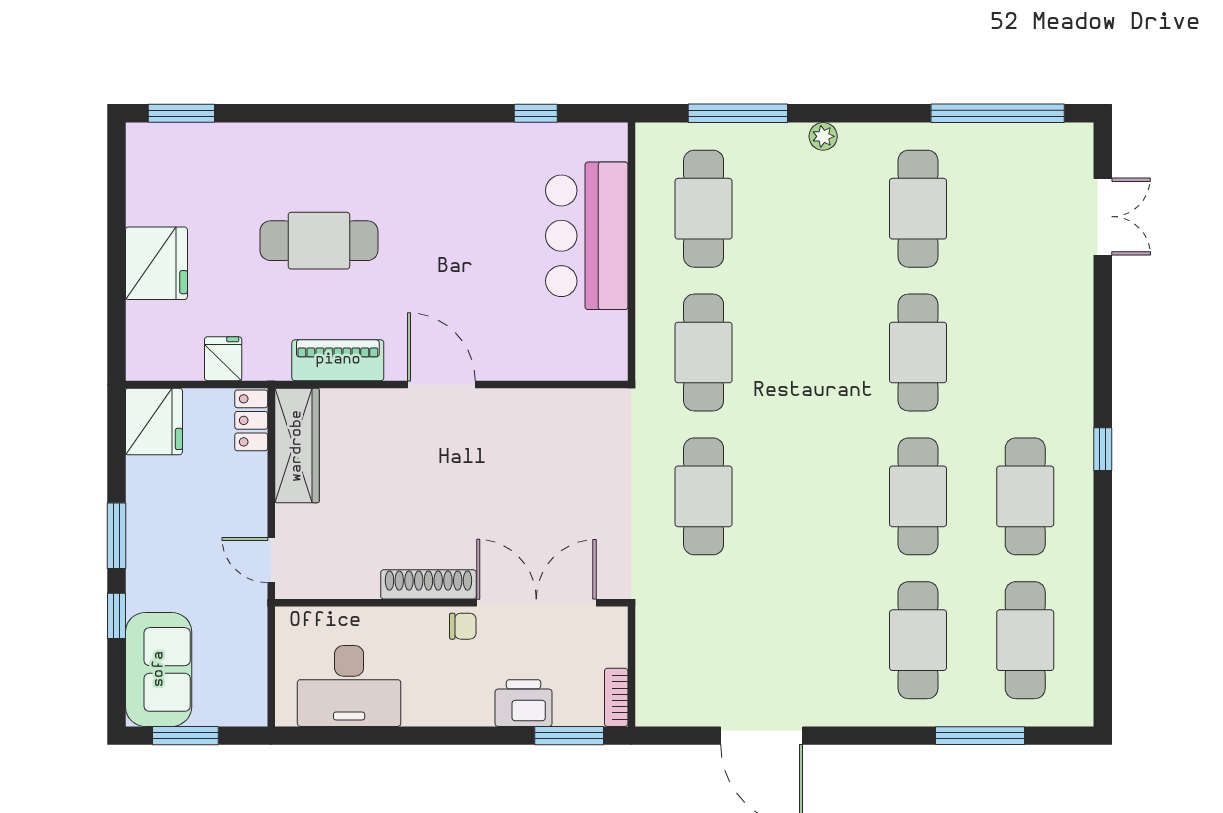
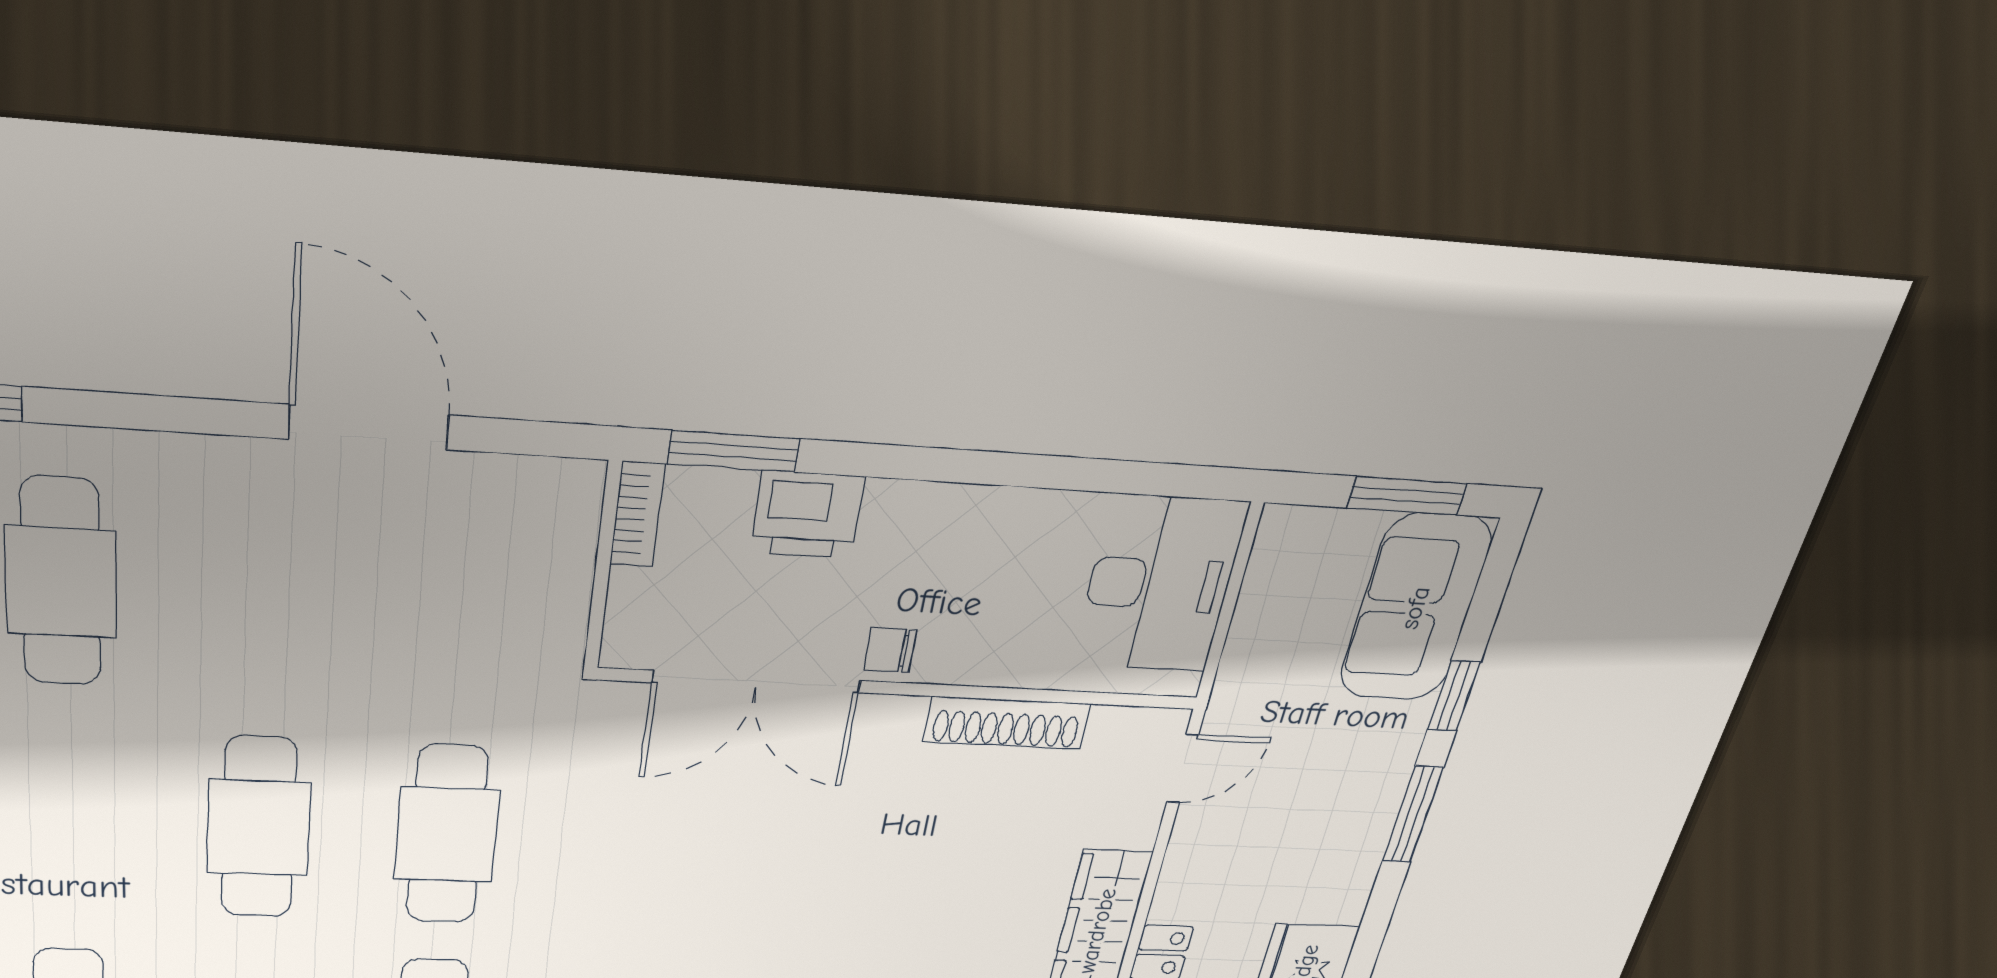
cafe table: (918, 496) -> (259, 828), moved
door: (271, 560) -> (1183, 769), hinge flipped
shoe rack: (428, 584) -> (1007, 723), moved
desk: (349, 686) -> (1159, 584), moved, turned 90

